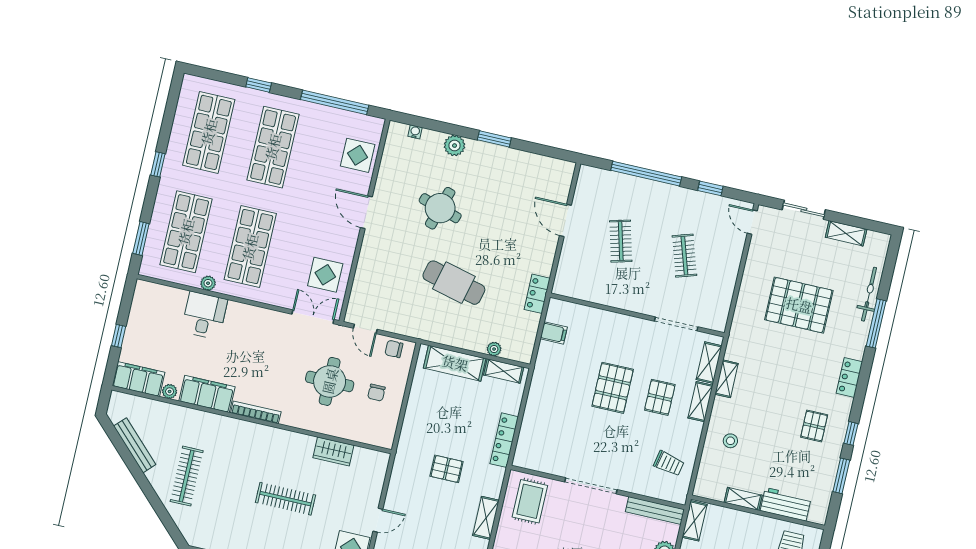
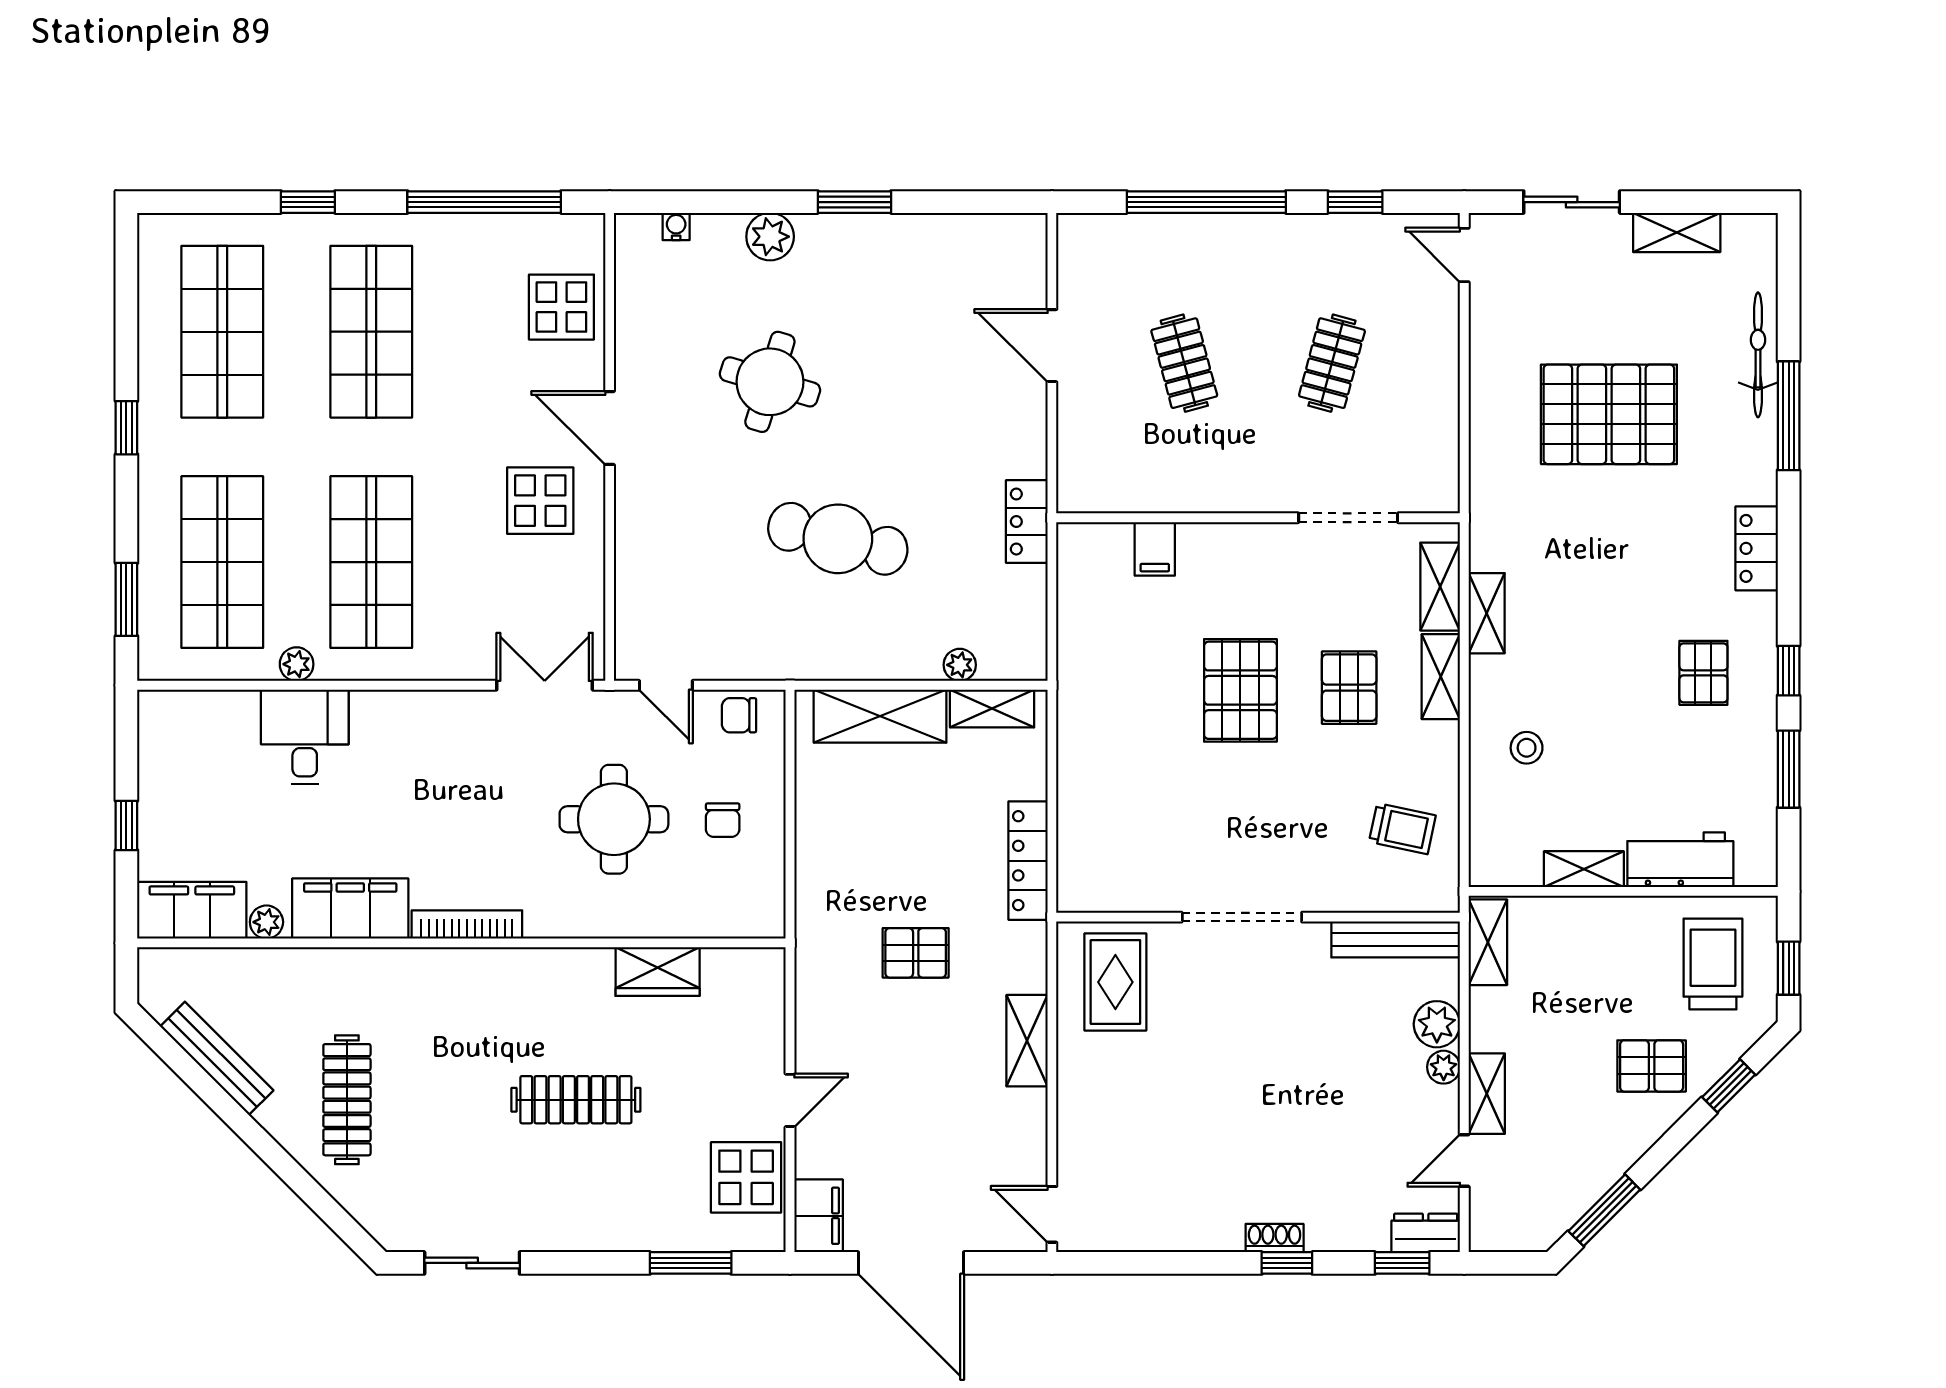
clothes rail: (684, 256) -> (1332, 363), turned 33
display table: (325, 275) -> (540, 501), moved
filing cabinet: (554, 333) -> (1155, 549), moved, turned 90

